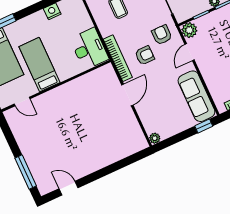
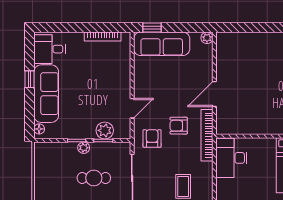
plant: (189, 30) -> (105, 130), moved
armchair: (162, 35) -> (152, 138), turned 180
sofa: (196, 96) -> (162, 44), moved, turned 90

